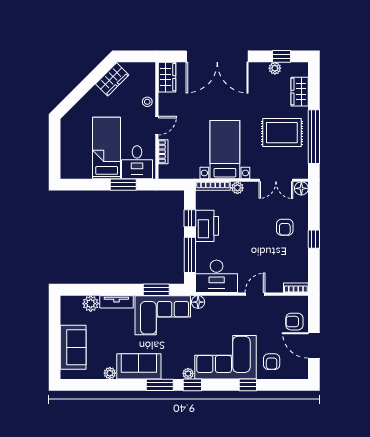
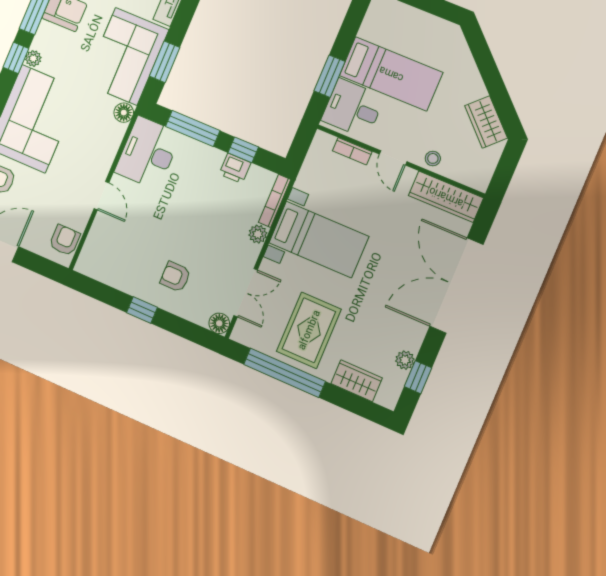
wardrobe: (167, 77) -> (446, 197), width x1.50
double door: (276, 180) -> (246, 293), swing flipped
printer: (207, 226) -> (235, 168), width x0.53, depth x0.68
bookcase: (296, 288) -> (86, 256), removed
armchair: (294, 322) -> (65, 240), moved

